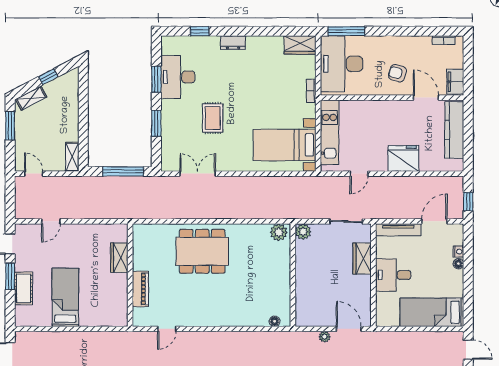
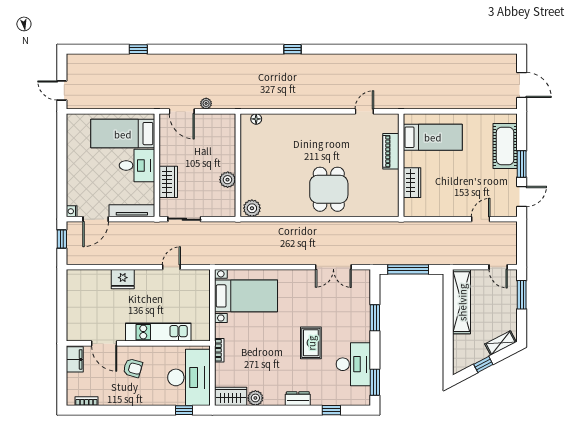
window: (346, 31) -> (184, 410), width x0.46
plant: (275, 43) -> (255, 398), added
window: (156, 79) -> (375, 382), moved
rug: (213, 118) -> (311, 343), moved
window: (10, 126) -> (522, 295), moved
kitchen counter: (454, 130) -> (76, 311), removed
kitchen unit: (330, 132) -> (158, 332), moved, turned 90
shelving: (72, 157) -> (462, 302), width x2.20, depth x1.33
fridge: (403, 158) -> (123, 279), width x0.73, depth x0.75
plant: (303, 232) -> (228, 180), moved
dining table: (202, 251) -> (329, 189), width x0.73
nightstand: (458, 252) -> (72, 211), moved
floor lamp: (458, 264) -> (72, 177), removed
cot: (24, 288) -> (505, 146), width x1.37, depth x1.34
bed: (65, 297) -> (433, 137), moved, turned -90
bed: (432, 312) -> (123, 134), moved, turned 180

